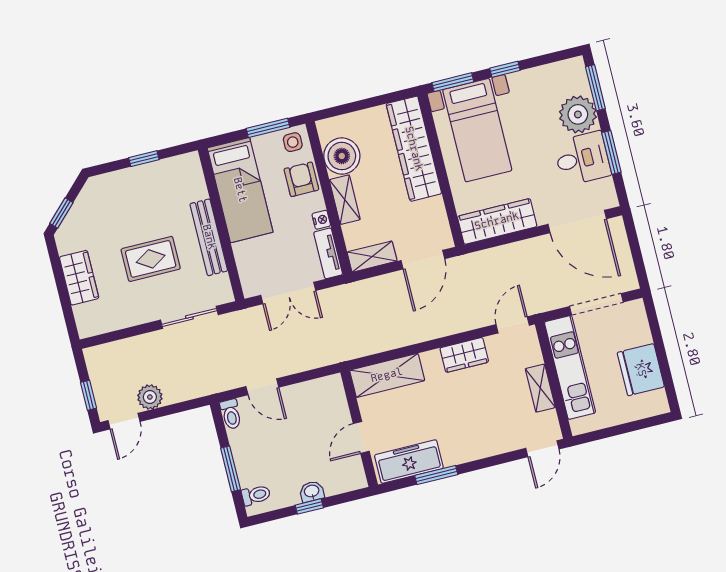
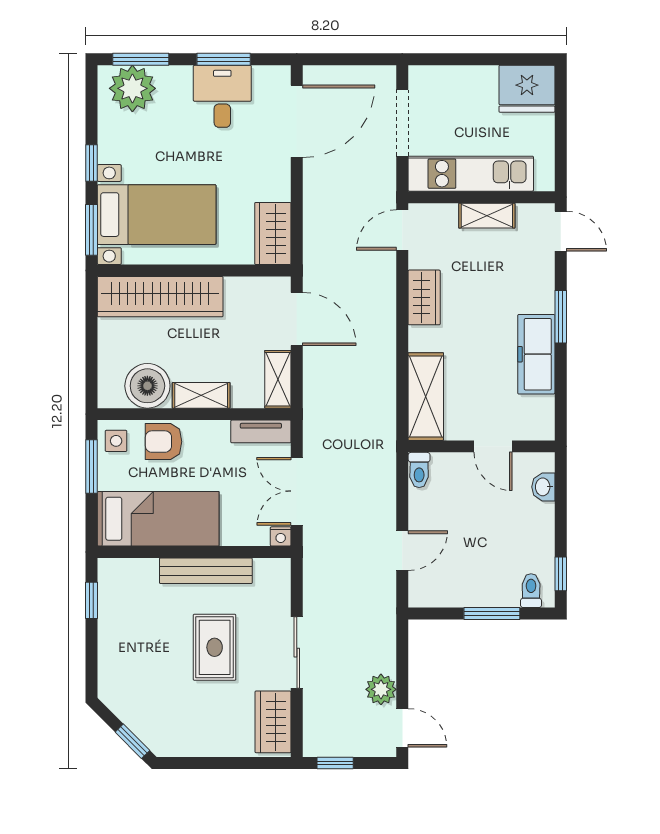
plant: (578, 114) -> (132, 88), moved
window: (144, 159) -> (92, 600), moved
nightstand: (321, 220) -> (281, 536), moved, turned 180
wardrobe: (497, 221) -> (273, 233), width x0.67
wardrobe: (79, 278) -> (273, 722), moved, turned -90
double door: (288, 293) -> (297, 491), swing flipped
sliding door: (189, 317) -> (297, 653), moved
door: (513, 325) -> (402, 230), hinge flipped
fridge: (641, 370) -> (527, 89), moved
window: (88, 395) -> (335, 763), moved
toilet: (231, 414) -> (419, 470), moved, turned 90
freezer: (409, 462) -> (536, 354), moved
window: (436, 475) -> (561, 317), moved
washbasin: (312, 492) -> (543, 487), moved
window: (309, 506) -> (561, 574), moved

